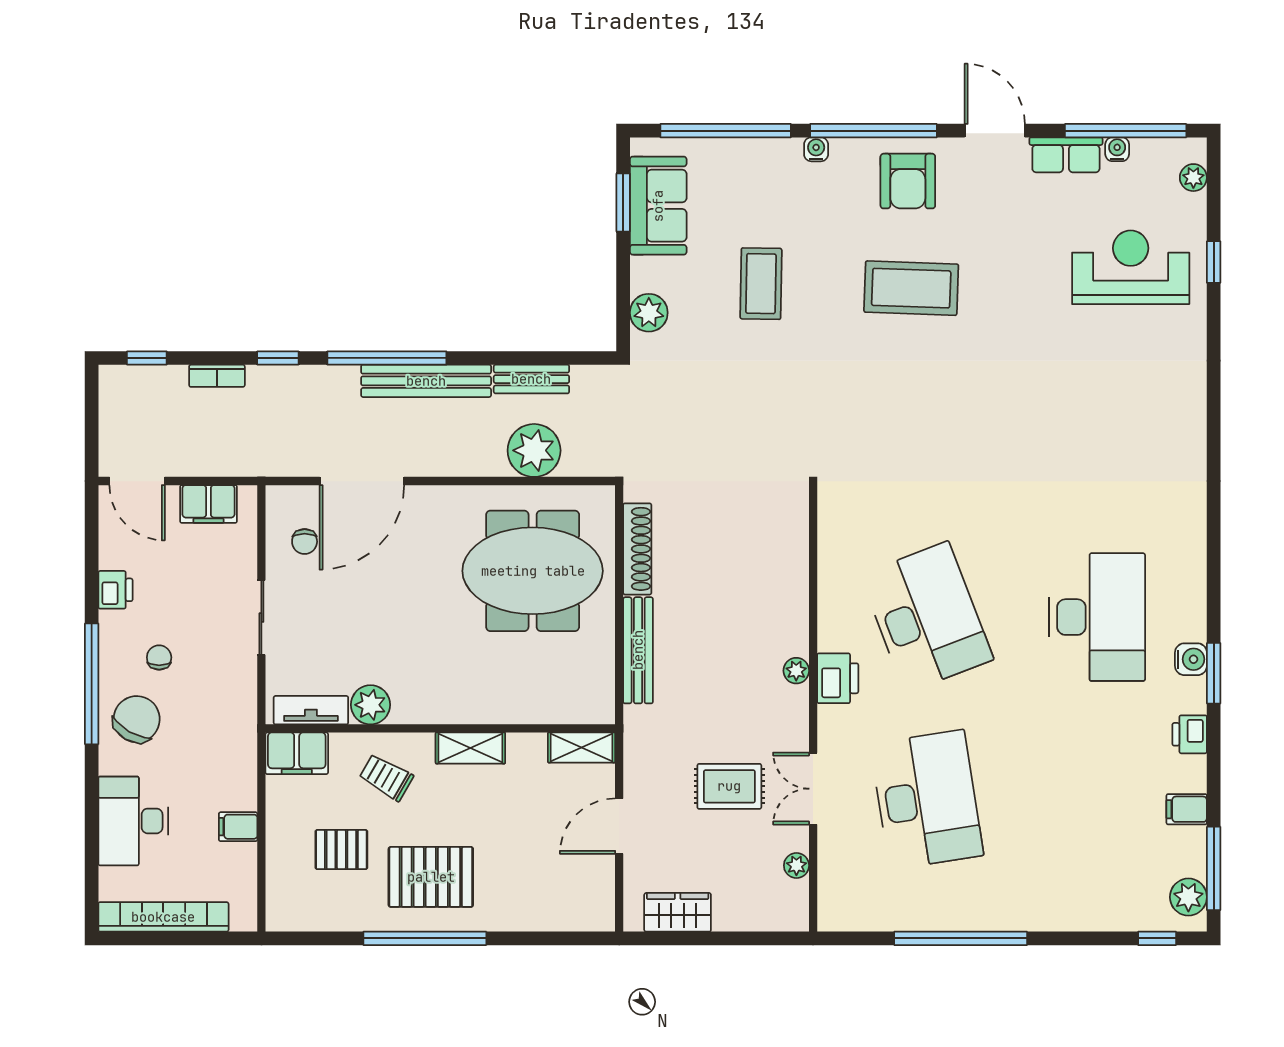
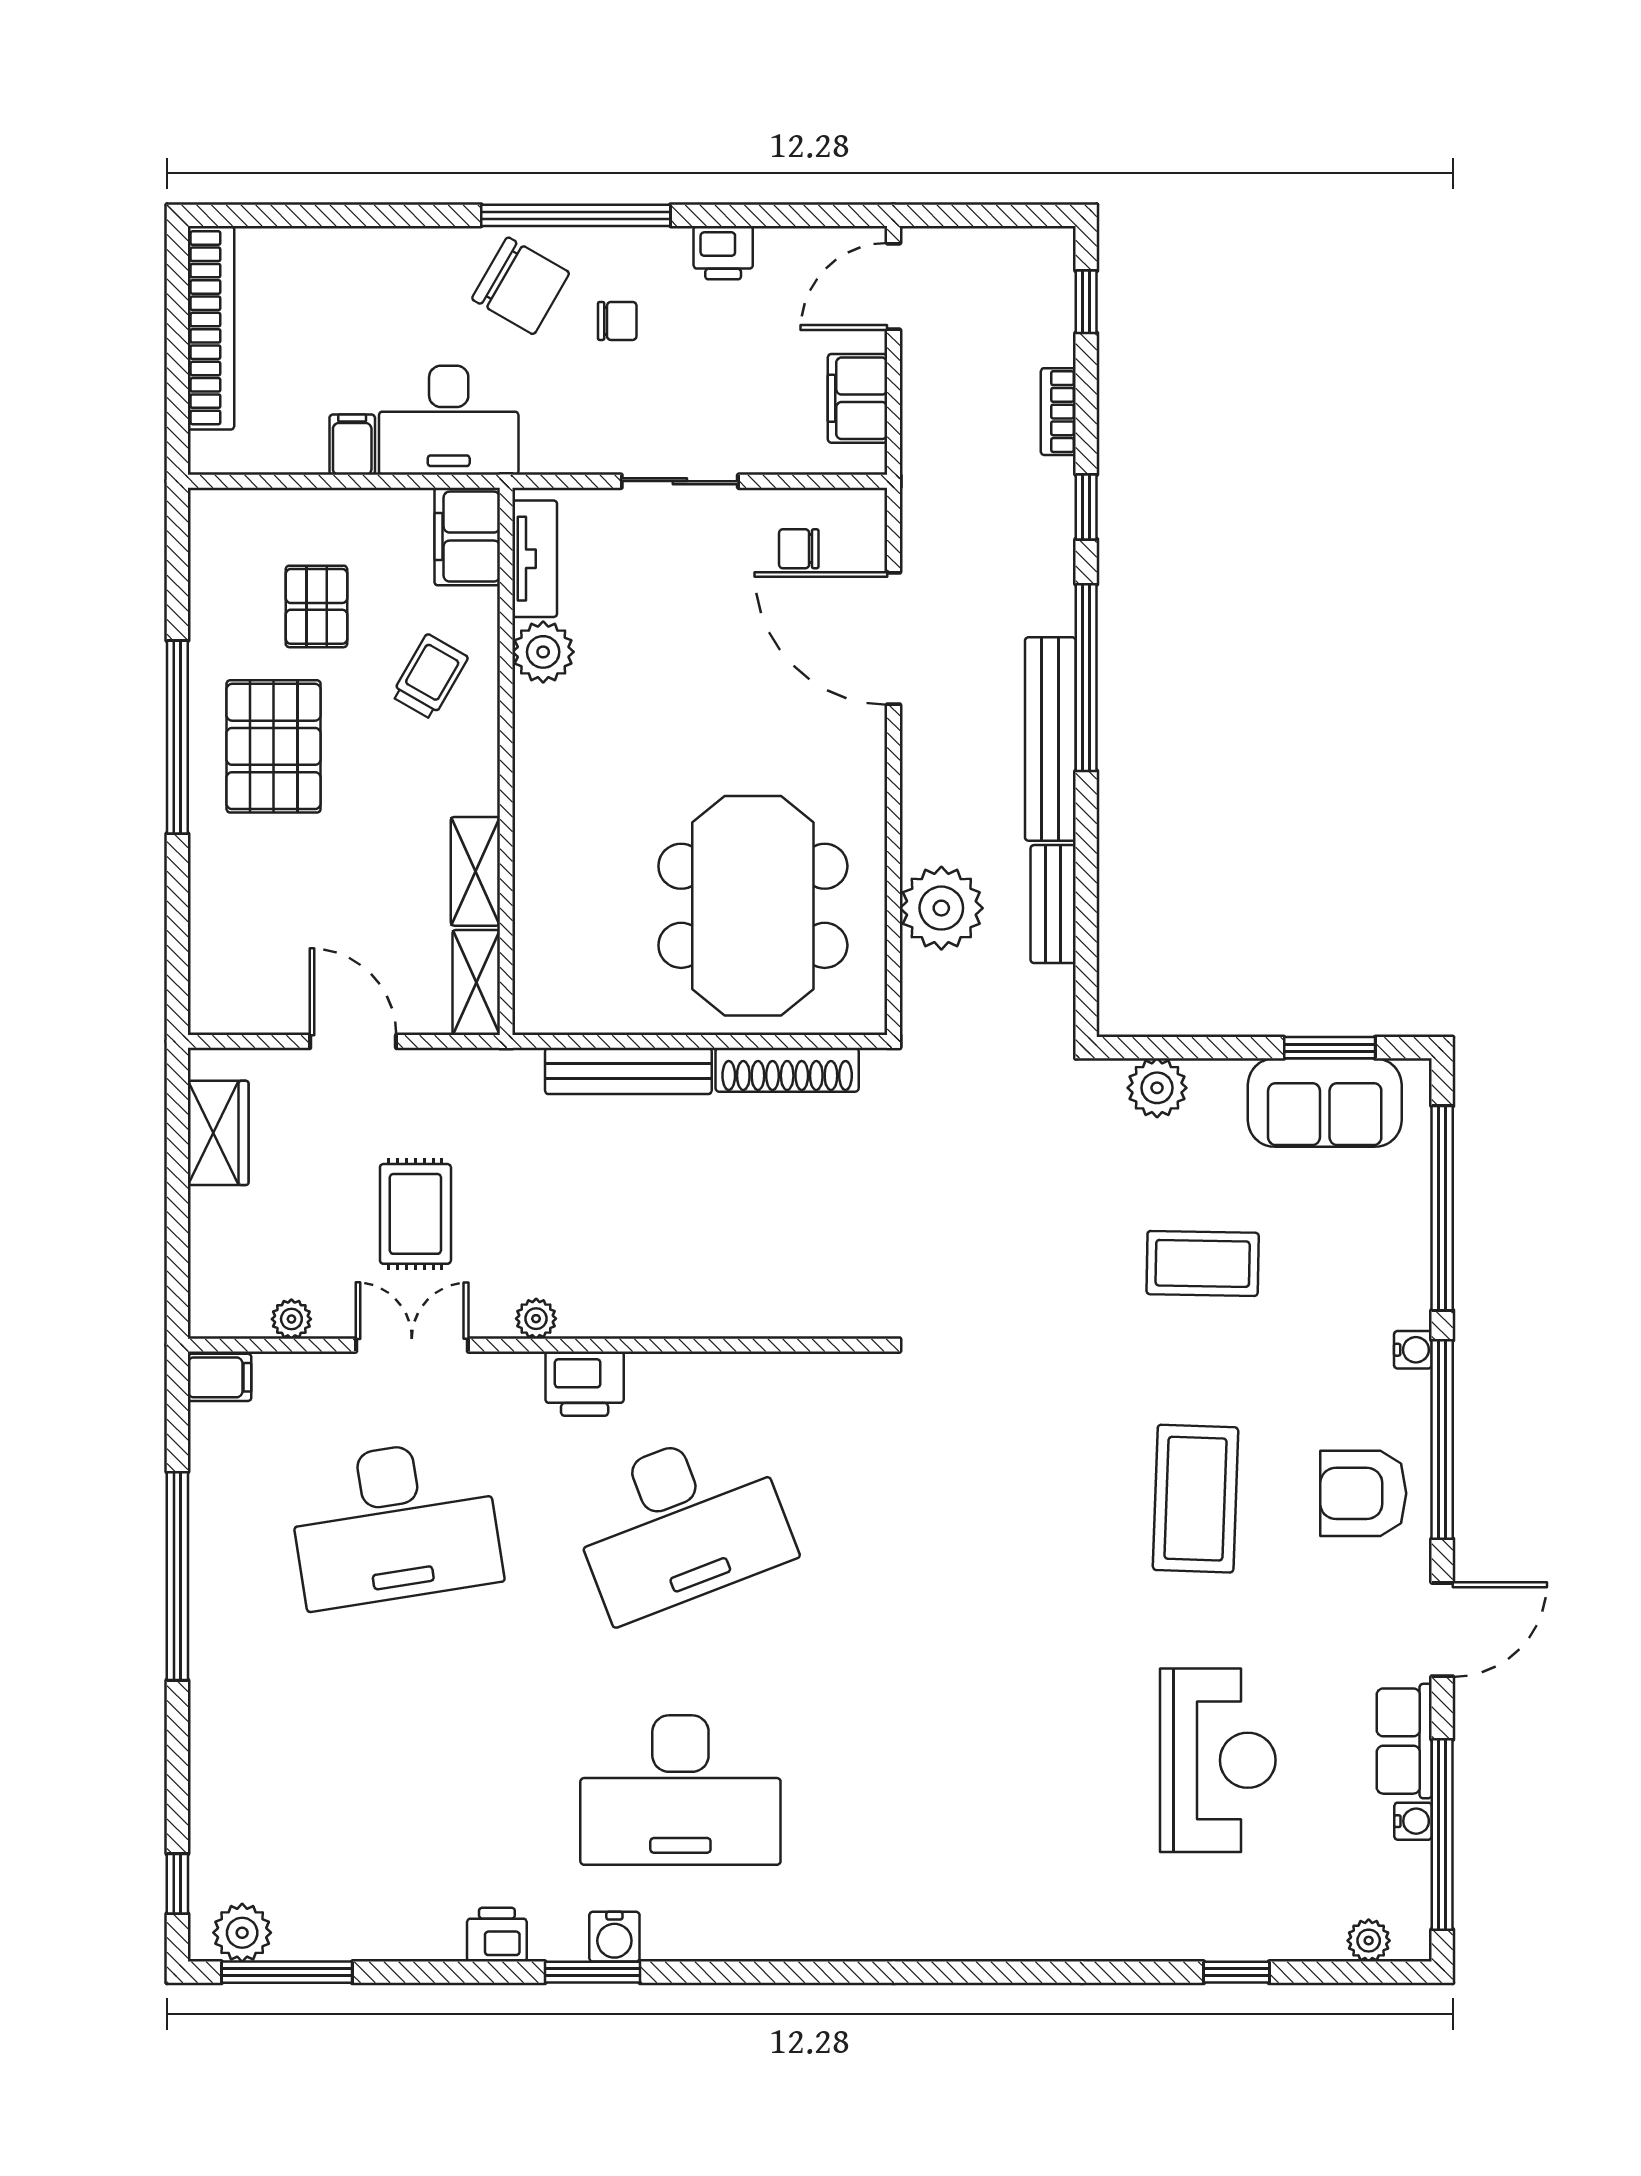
reception desk: (1131, 267) -> (1218, 1760), moved
plant: (796, 671) -> (536, 1319), moved
shelving: (470, 748) -> (475, 871), moved
filing cabinet: (1187, 809) -> (220, 1377), moved, turned 90
desk: (133, 821) -> (449, 420), moved, turned 180

